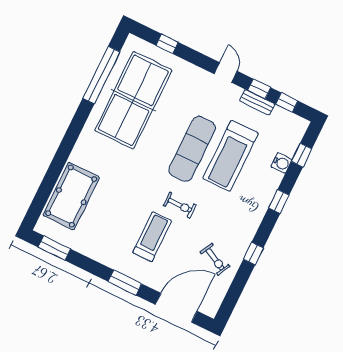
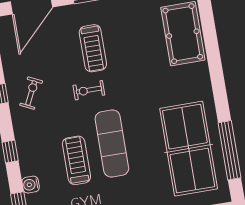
treadmill: (231, 156) -> (76, 160), width x0.73, depth x0.73
exercise bike: (215, 259) -> (31, 93), moved, turned 90

